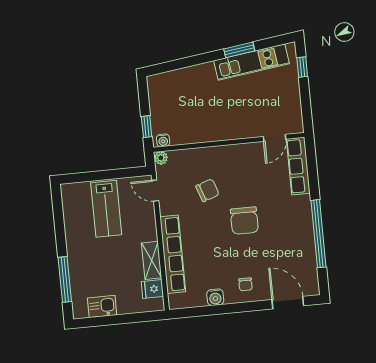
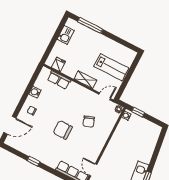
lab bench: (106, 209) -> (111, 67), turned 180
window: (318, 234) -> (33, 161), width x0.32
row of seats: (173, 254) -> (59, 80), width x0.50
shelving: (152, 260) -> (85, 80), moved

